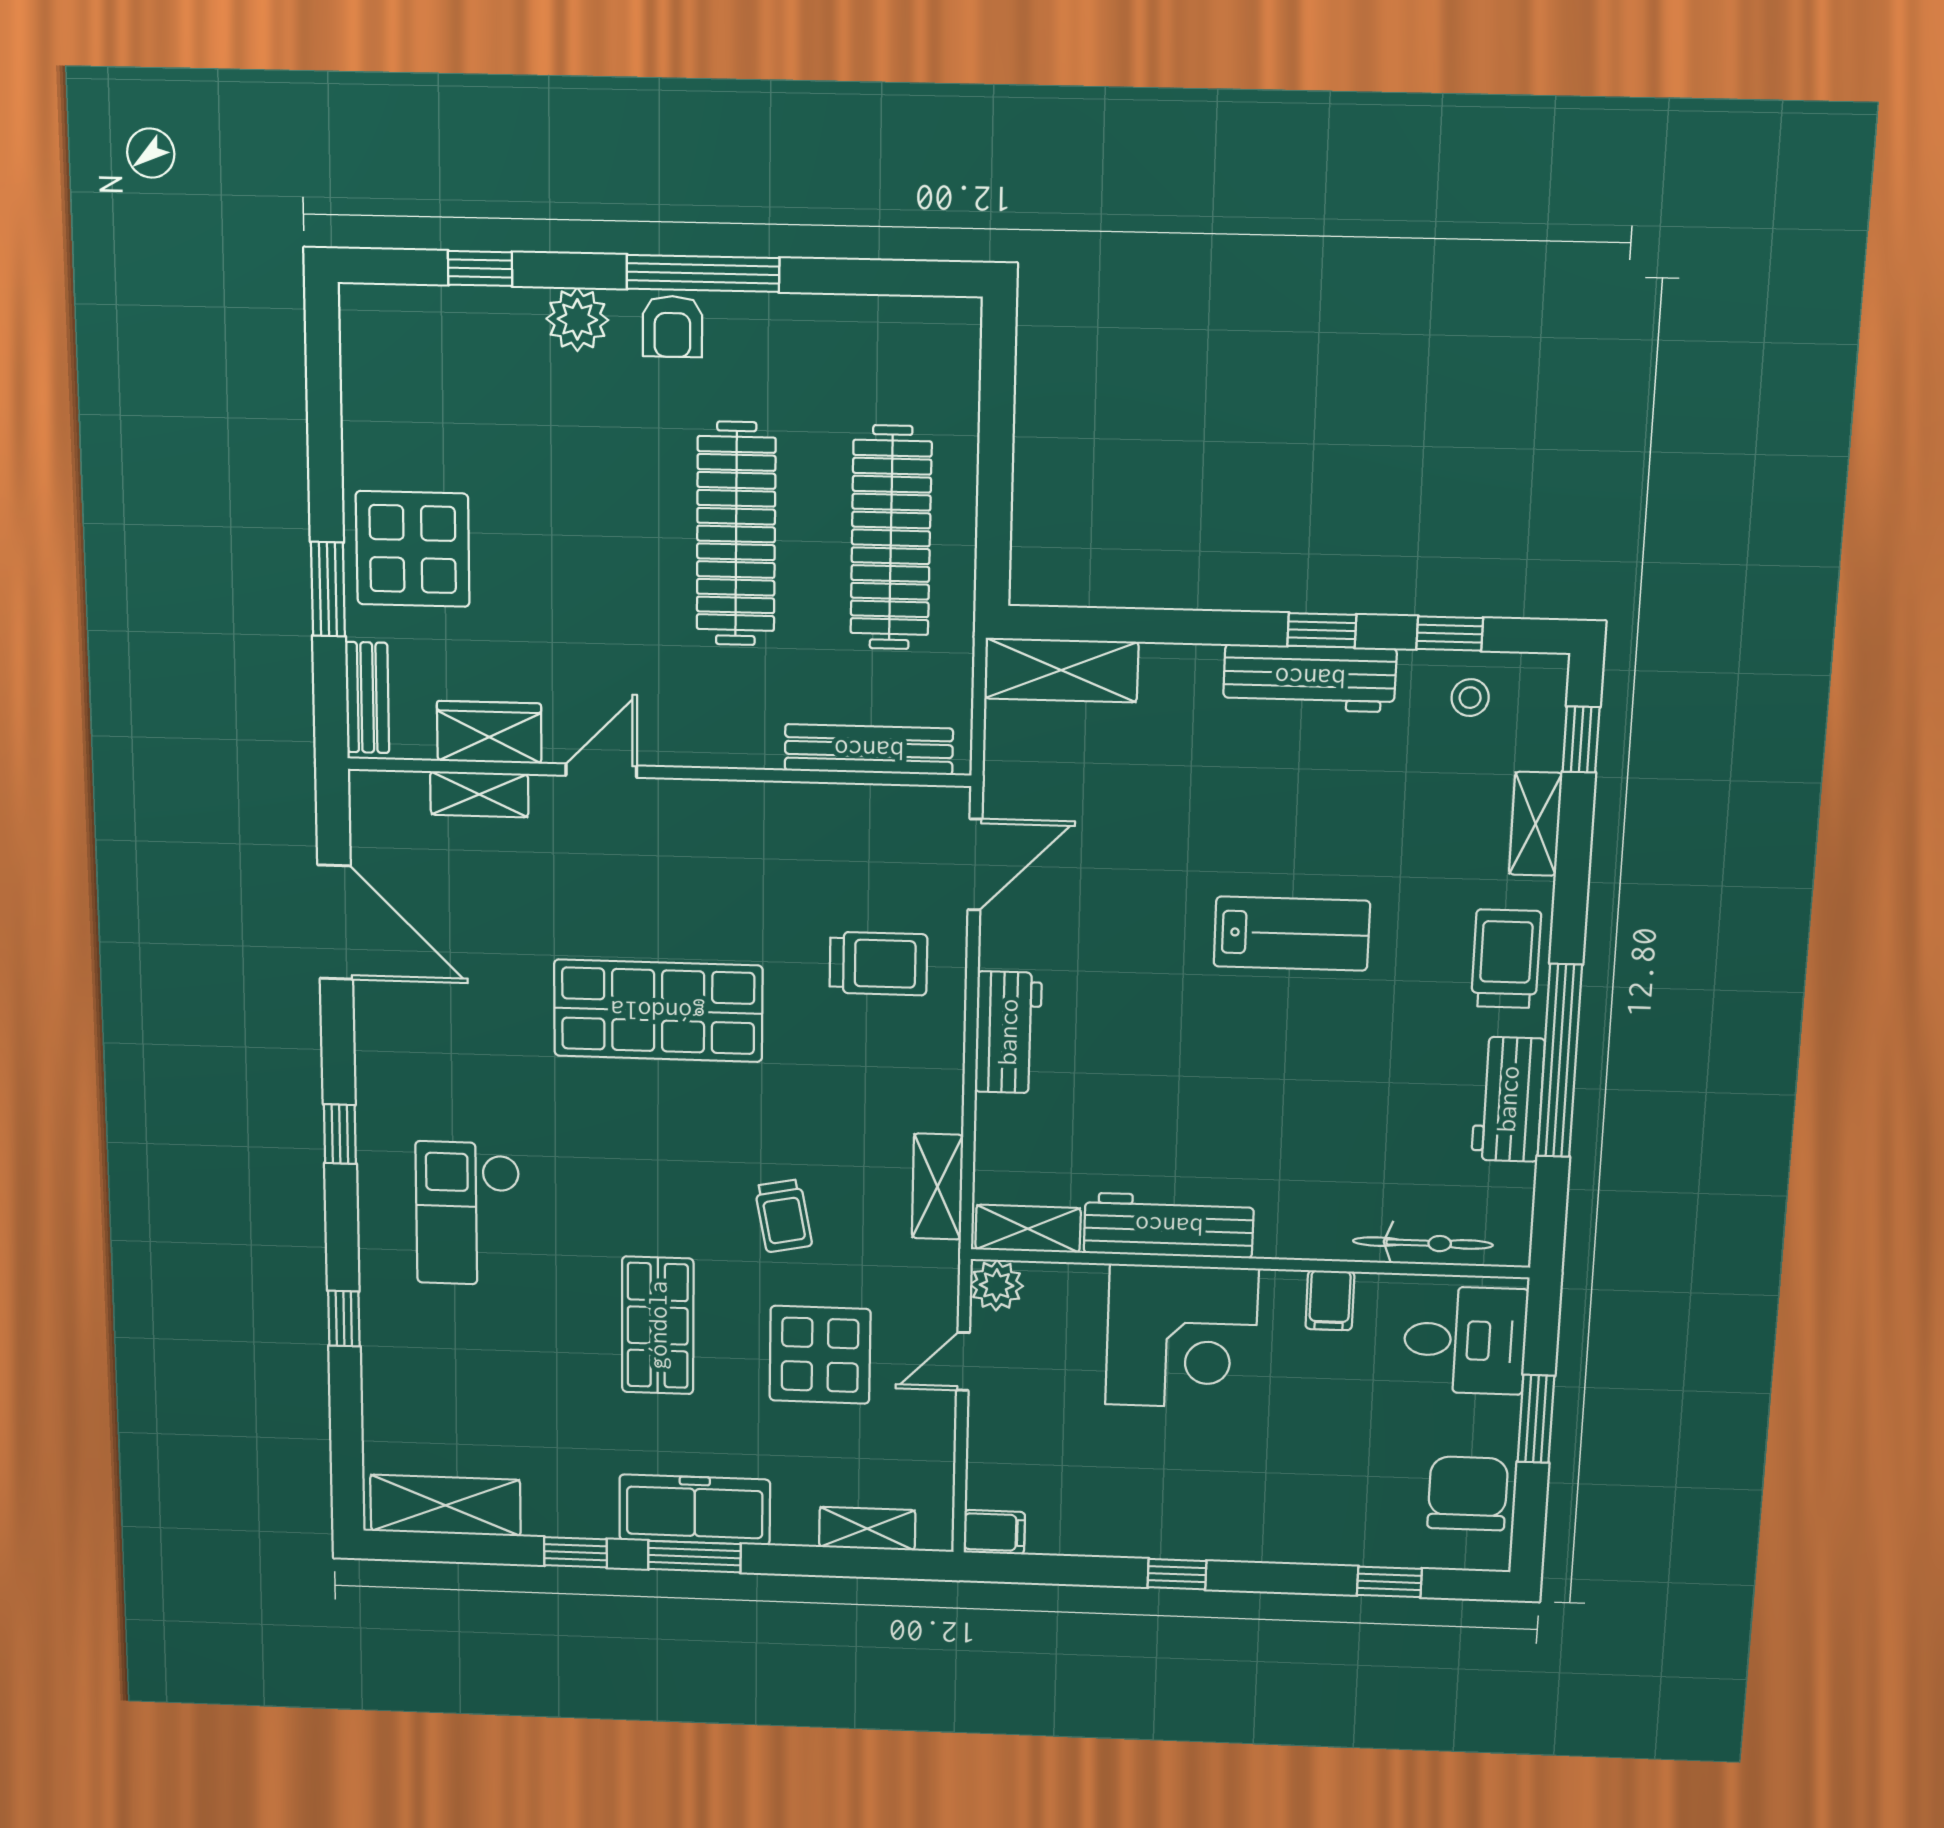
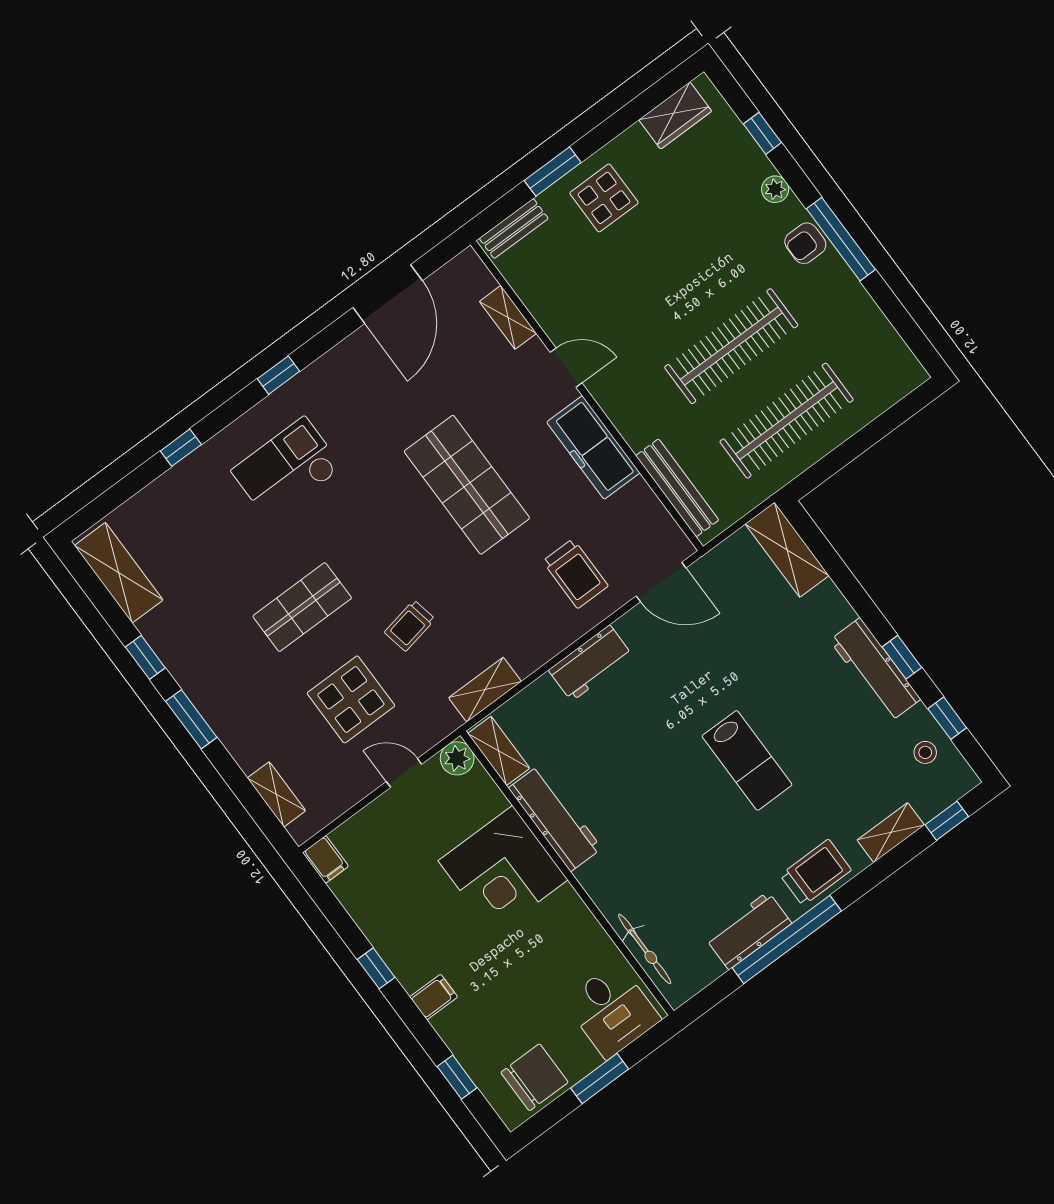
plant: (577, 319) -> (775, 189), width x0.73, depth x0.73
display table: (413, 549) -> (604, 198), width x0.73, depth x0.73
wardrobe: (489, 732) -> (675, 116), moved, turned 90
filing cabinet: (1330, 1300) -> (434, 997), moved, turned 180
freezer: (695, 1510) -> (593, 447), moved, turned 180

